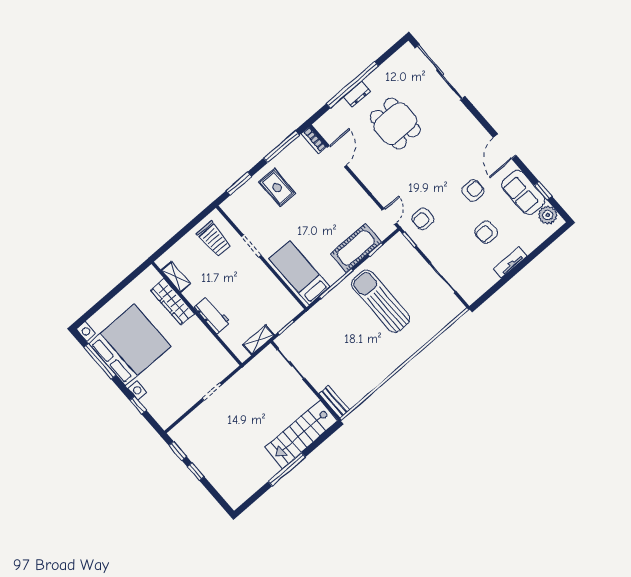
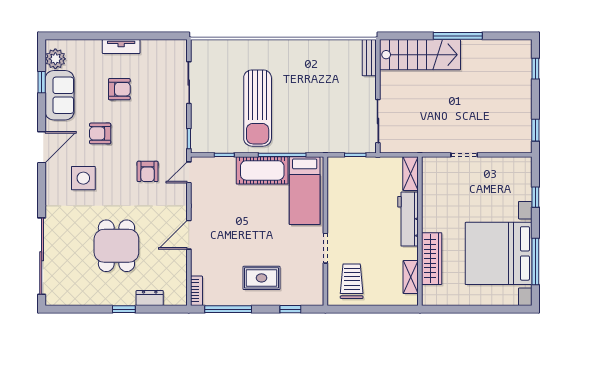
window: (353, 85) -> (124, 309), width x0.32
dresser: (357, 94) -> (150, 298), moved
side table: (458, 150) -> (83, 178), added
door: (337, 156) -> (189, 235), moved
window: (239, 184) -> (290, 309), width x0.67
rug: (277, 188) -> (261, 278), turned 90
armchair: (423, 219) -> (148, 171), moved, turned 90
cot: (356, 248) -> (262, 170), moved
workbench: (212, 315) -> (408, 219), width x1.38
shelving: (258, 340) -> (411, 174), moved, turned 90
window: (196, 472) -> (535, 69), moved

